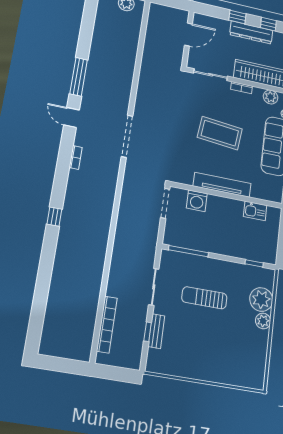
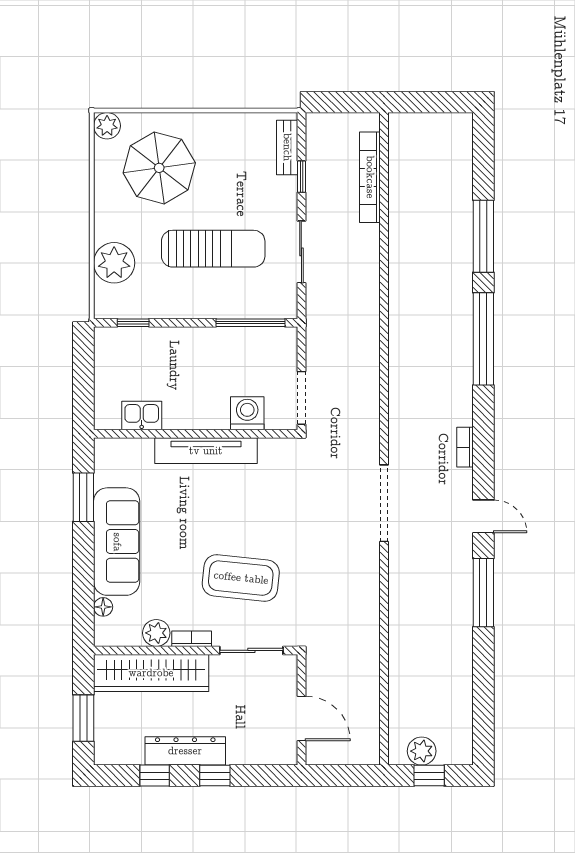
door: (188, 35) -> (301, 718), swing flipped
plant: (271, 97) -> (156, 633), moved
coffee table: (220, 133) -> (241, 578), moved
window: (54, 217) -> (483, 339), width x3.17
window: (44, 277) -> (483, 236), added
sun lounger: (204, 298) -> (213, 249), width x1.36, depth x1.34
plant: (263, 321) -> (107, 126), moved
bench: (156, 331) -> (287, 147), moved
parasol: (230, 351) -> (159, 168), added

